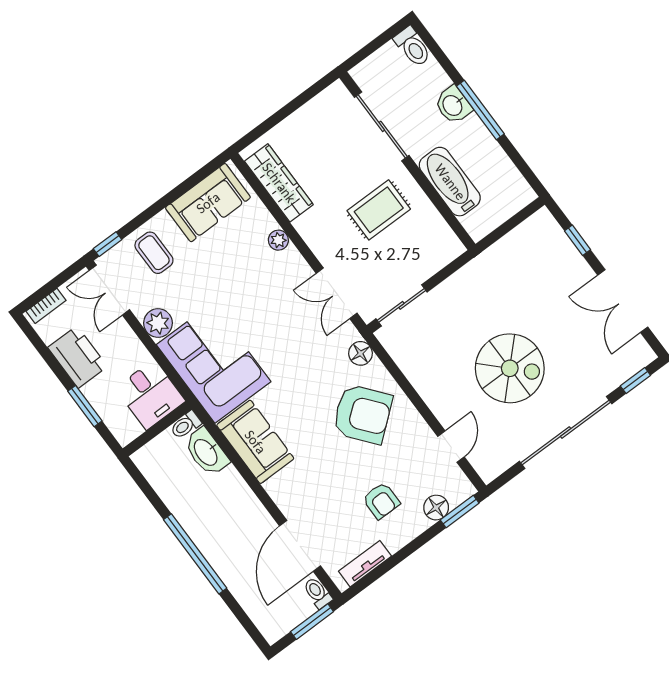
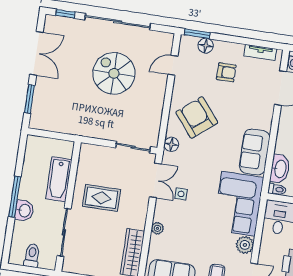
toilet: (413, 47) -> (32, 255), moved
window: (577, 240) -> (29, 99), width x1.50
side table: (291, 307) -> (181, 194), added
armchair: (381, 501) -> (226, 72), turned 90

